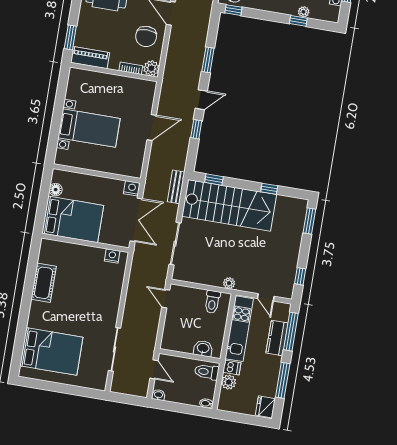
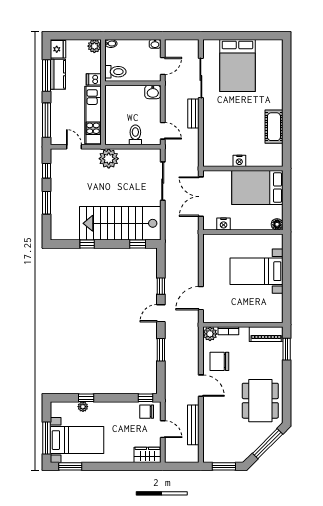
chair: (146, 36) -> (219, 361), turned -90
door: (152, 128) -> (201, 298), moved
bench: (176, 187) -> (193, 113), moved
nightstand: (132, 188) -> (224, 224), moved
floor lamp: (56, 190) -> (277, 224), moved
window: (309, 221) -> (46, 203), moved
nightstand: (112, 256) -> (239, 161), moved
plant: (229, 283) -> (109, 159), width x1.87, depth x1.87
toilet: (212, 302) -> (135, 135), moved
kitchen counter: (277, 338) -> (58, 74), moved
washbasin: (203, 348) -> (153, 92), moved
bed: (51, 351) -> (237, 65), moved, turned -90
door: (154, 369) -> (163, 66), swing flipped
plant: (229, 382) -> (94, 46), moved

